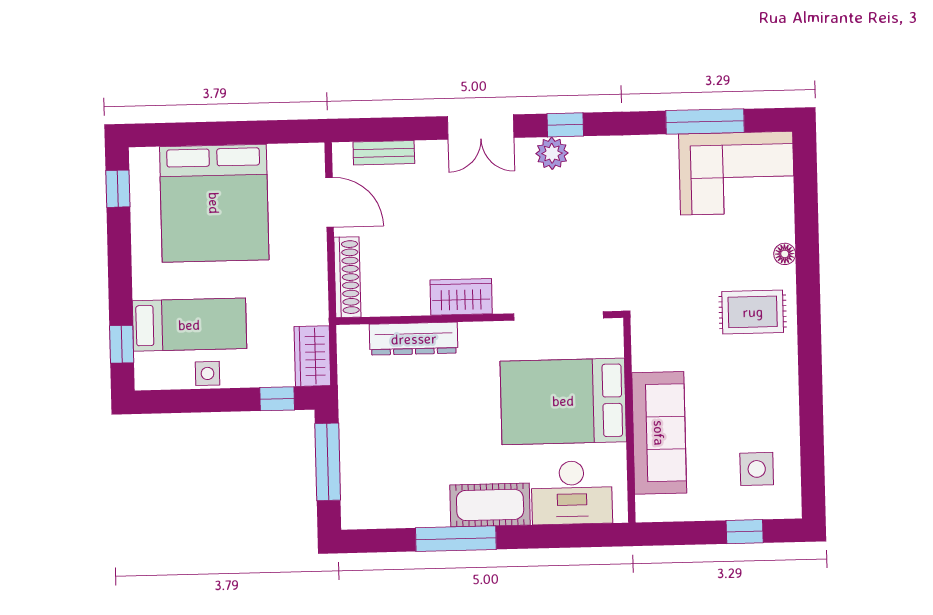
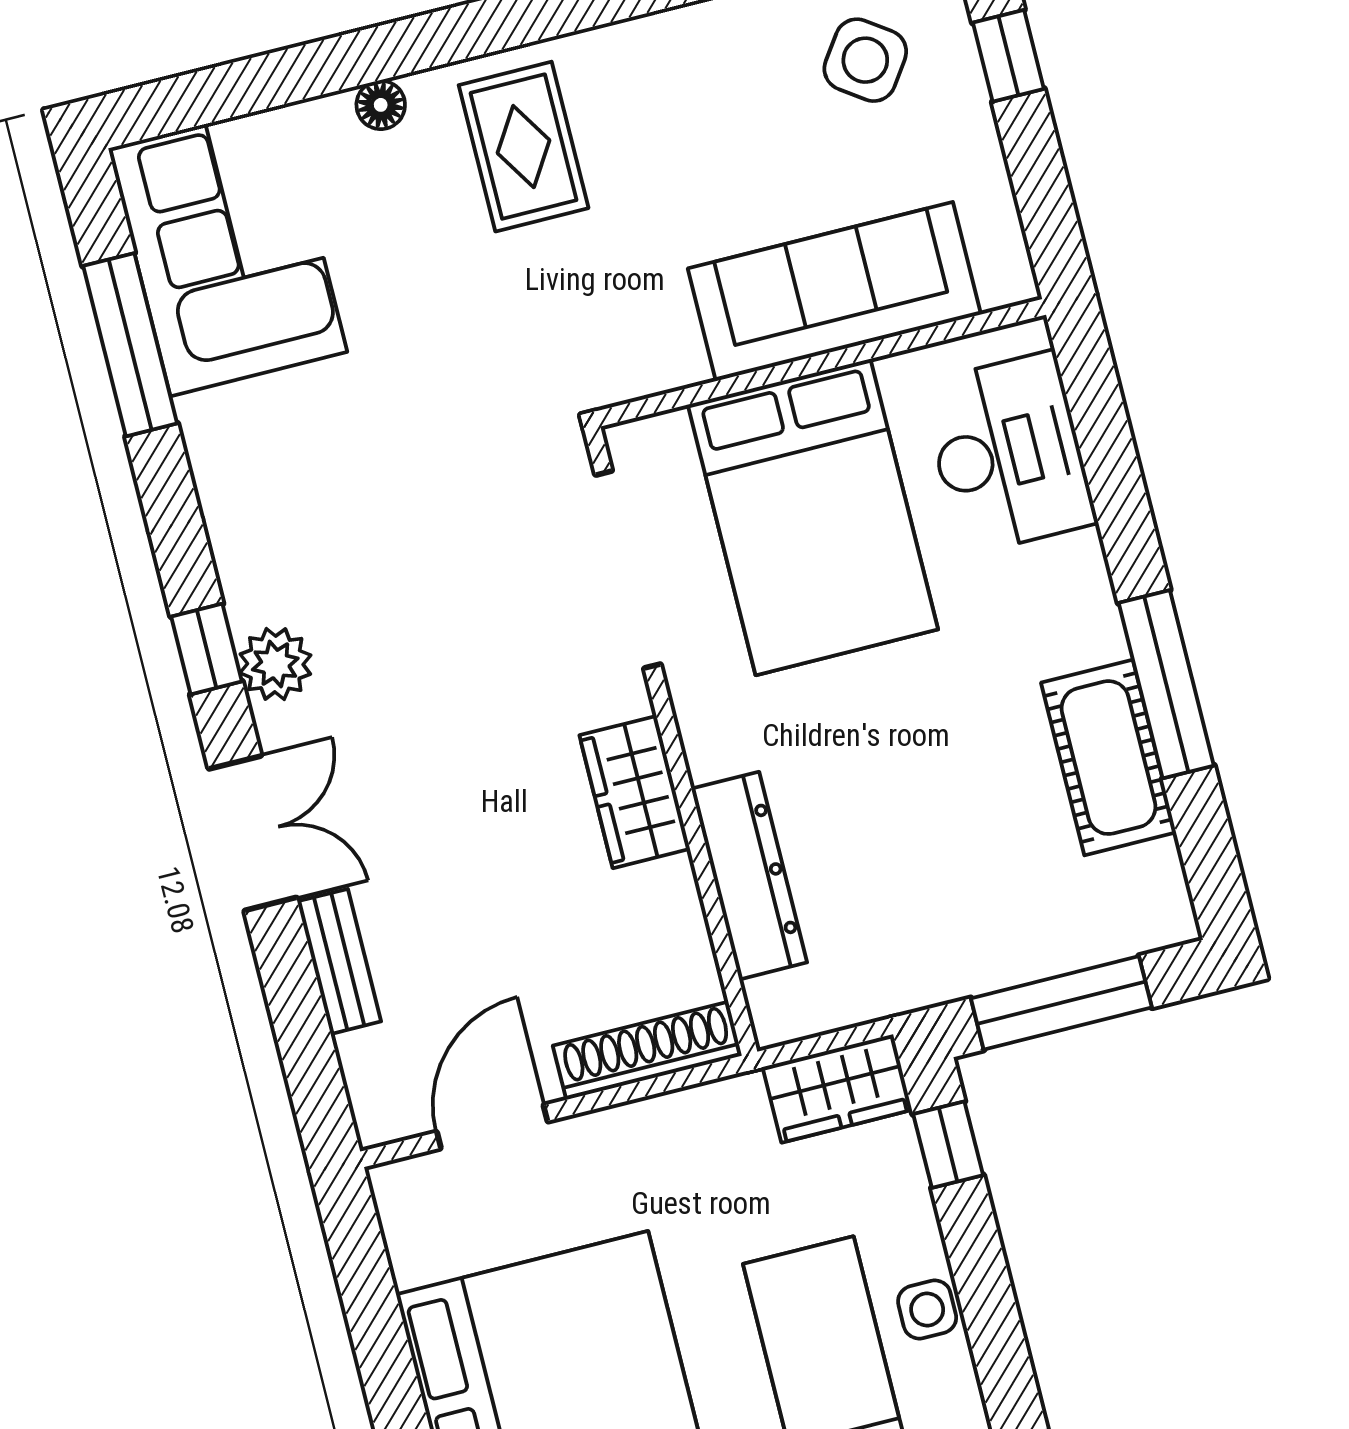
bench: (384, 153) -> (339, 961), moved
side table: (757, 469) -> (865, 60), turned 35
cot: (490, 505) -> (1109, 758), moved

